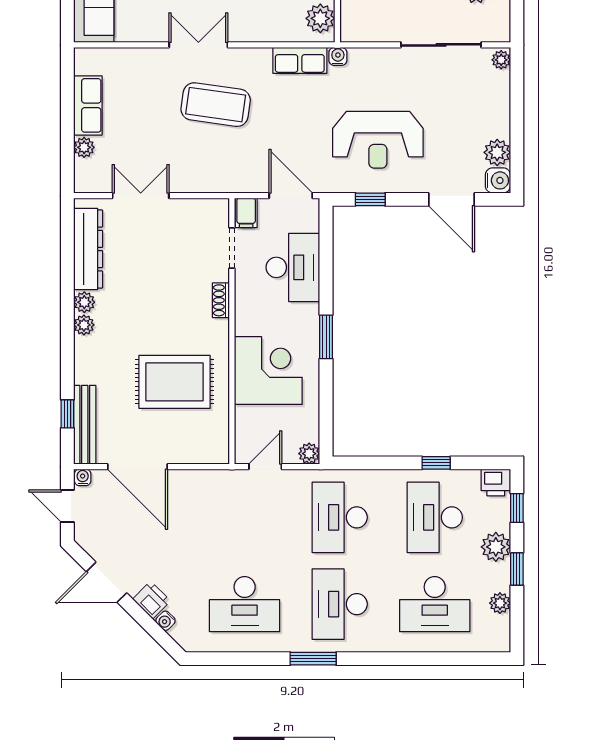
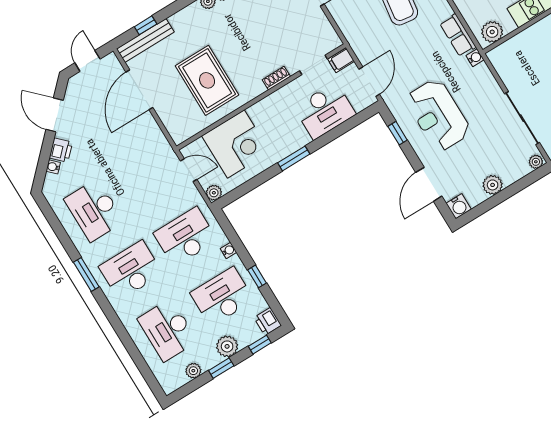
plant: (497, 152) -> (493, 185), moved
corner desk: (268, 371) -> (236, 144), moved
water cooler: (83, 477) -> (228, 250), moved

